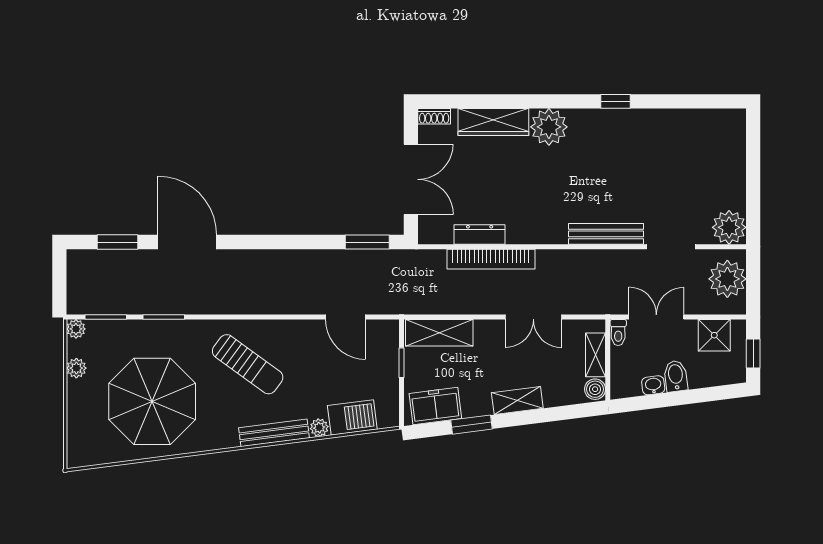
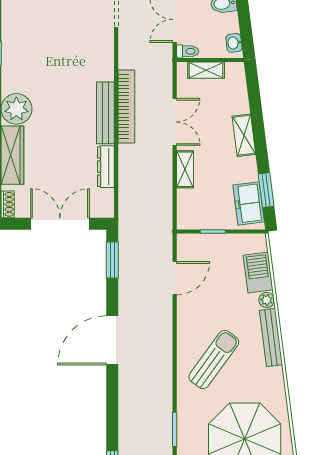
bench: (606, 234) -> (105, 113), moved
door: (187, 242) -> (112, 340), moved
bookcase: (491, 259) -> (126, 106), moved
shelving: (439, 333) -> (185, 169), moved, width x0.67, depth x0.75
washbasin: (653, 385) -> (234, 43), moved
boiler: (595, 389) -> (235, 71), removed
window: (472, 425) -> (266, 190), moved

